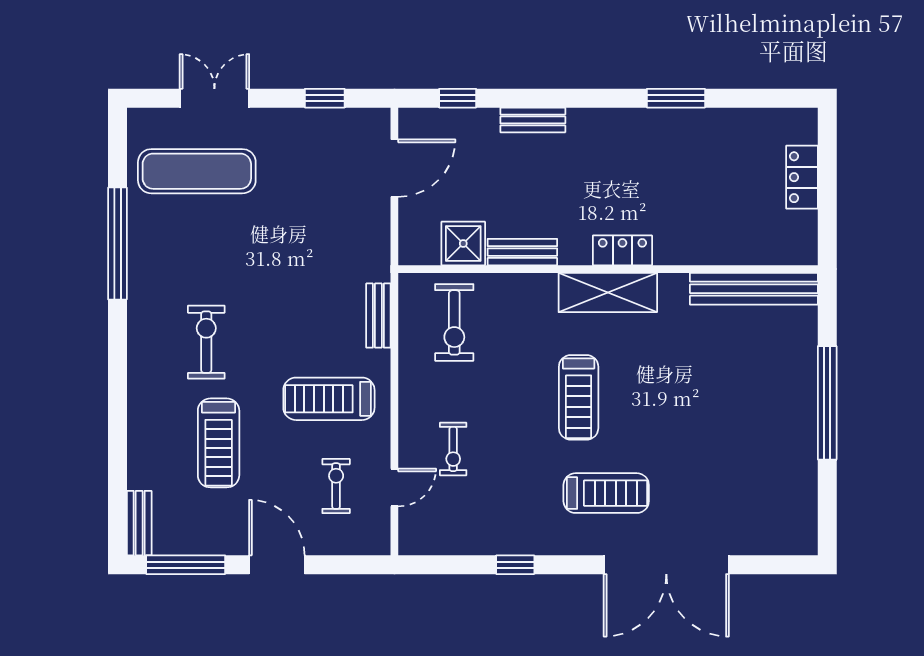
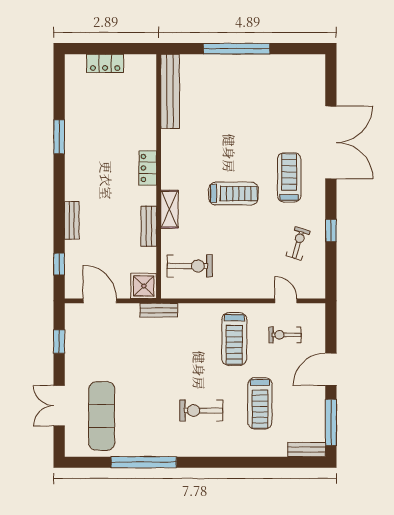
shower: (463, 243) -> (144, 286), moved
shelving: (608, 293) -> (169, 209), moved, width x0.67, depth x0.75
bench: (378, 316) -> (159, 310), moved
treadmill: (219, 443) -> (260, 403), turned 90
exercise bike: (453, 449) -> (298, 243), moved, turned -73

